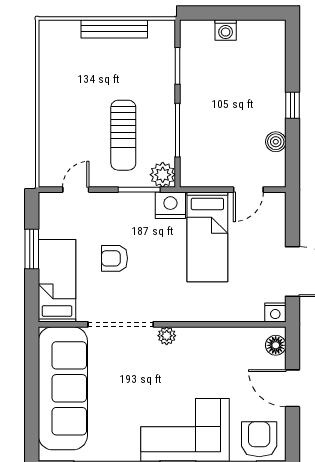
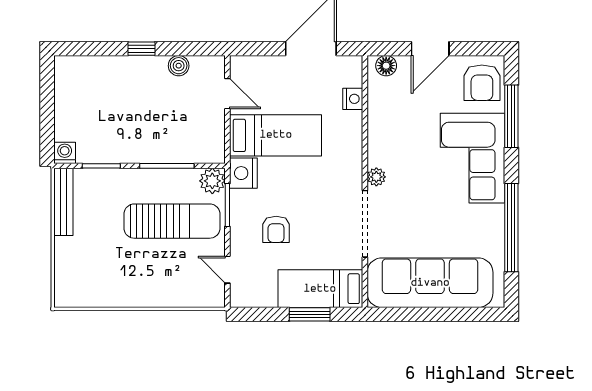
bench: (114, 29) -> (63, 202), moved
washing machine: (226, 30) -> (65, 153), moved, turned -90
sun lounger: (123, 135) -> (172, 221), width x1.36, depth x1.34
window: (32, 249) -> (310, 314), moved
armchair: (114, 258) -> (276, 229), moved
nightstand: (275, 313) -> (353, 99), moved
armchair: (259, 439) -> (482, 83), turned -90

